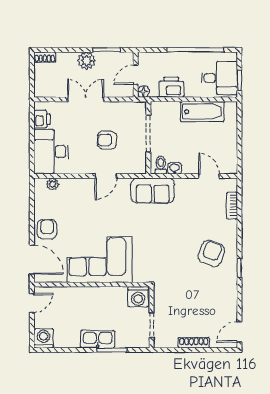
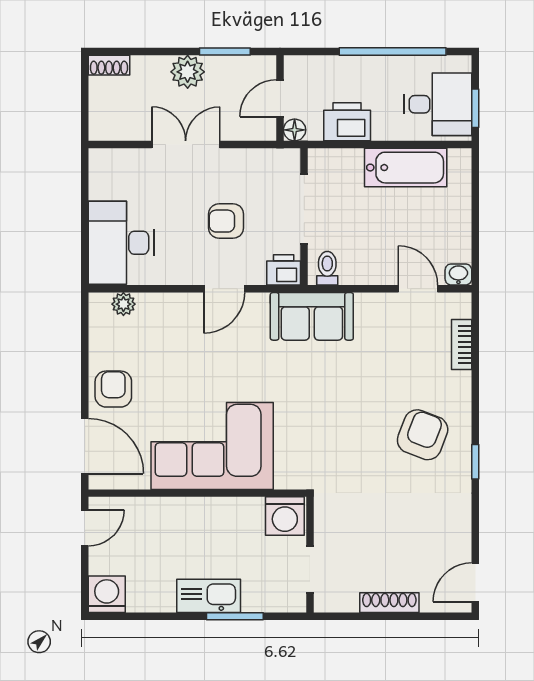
printer: (42, 119) -> (284, 270), moved, turned -90
washbasin: (175, 168) -> (458, 274), moved

